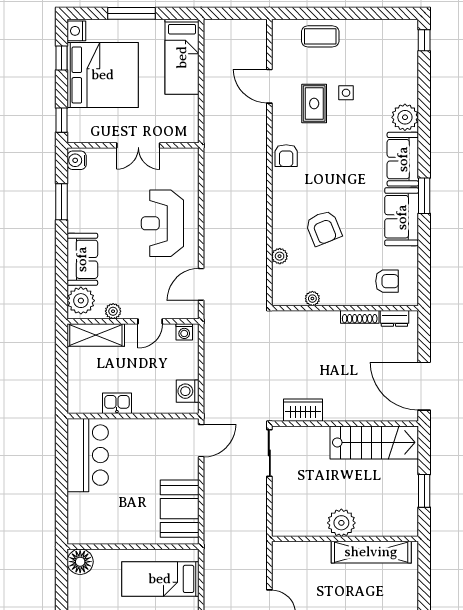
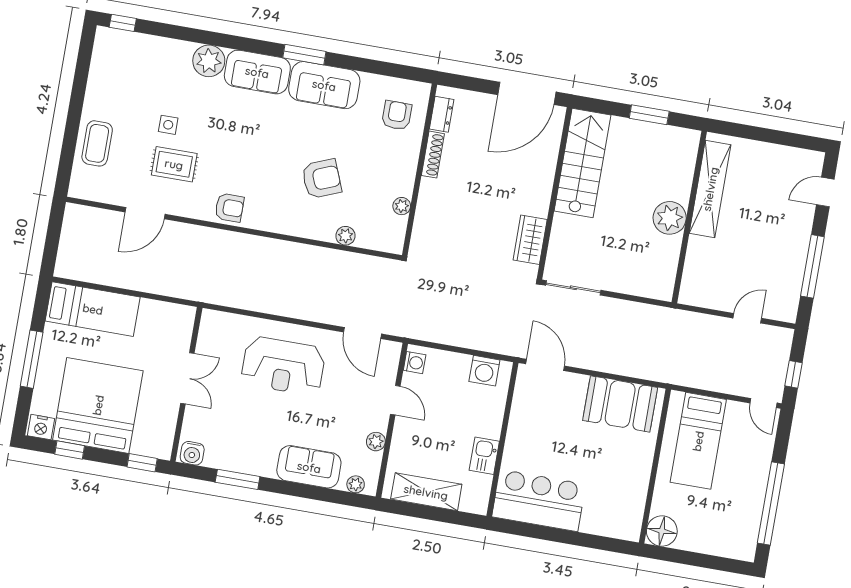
plant: (81, 301) -> (356, 484), width x0.53, depth x0.53
shelving: (96, 335) -> (426, 492), moved, turned 90

